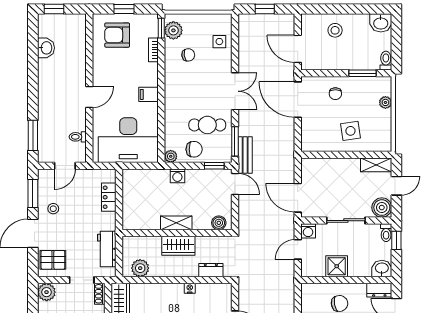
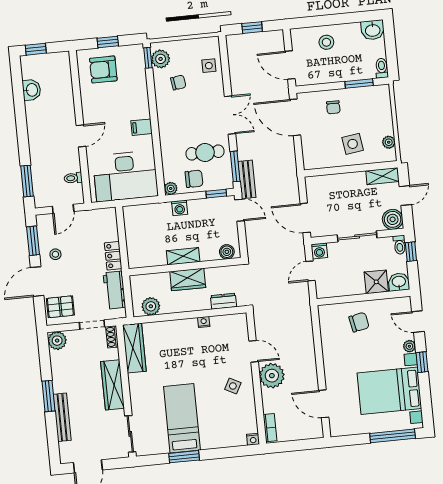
bookcase: (153, 50) -> (142, 81), removed
plant: (385, 102) -> (389, 142), moved
locker: (109, 197) -> (113, 256), moved
shower: (337, 266) -> (376, 282), moved
dresser: (379, 290) -> (399, 304), removed

